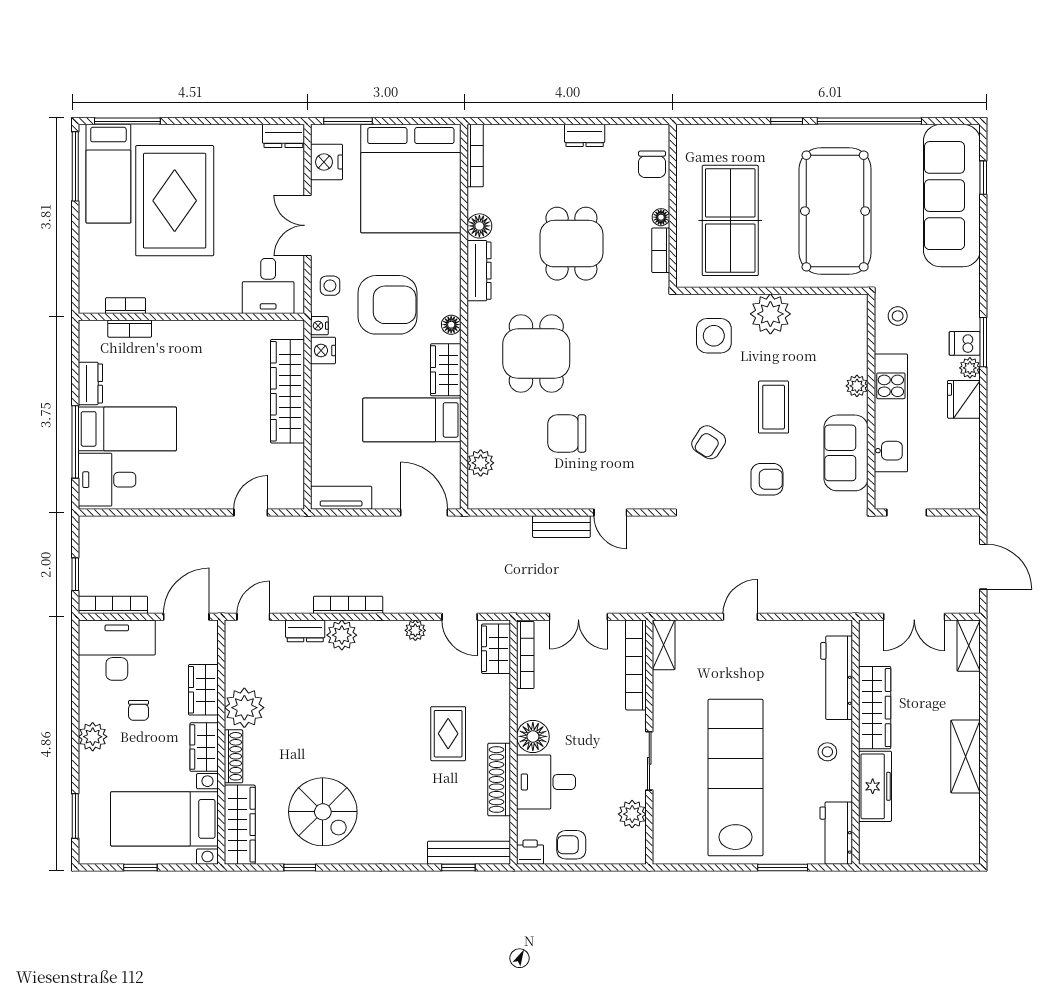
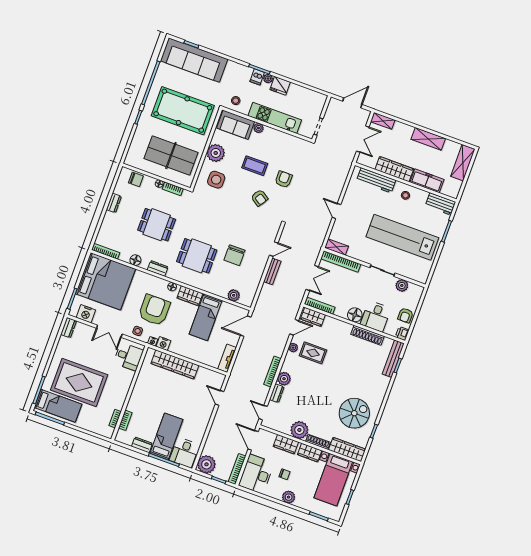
dresser: (479, 271) -> (158, 268), width x0.70
sofa: (846, 453) -> (236, 125), moved
plant: (99, 536) -> (206, 464), added
rug: (448, 734) -> (313, 353), moved
shelving: (941, 849) -> (463, 163), added

